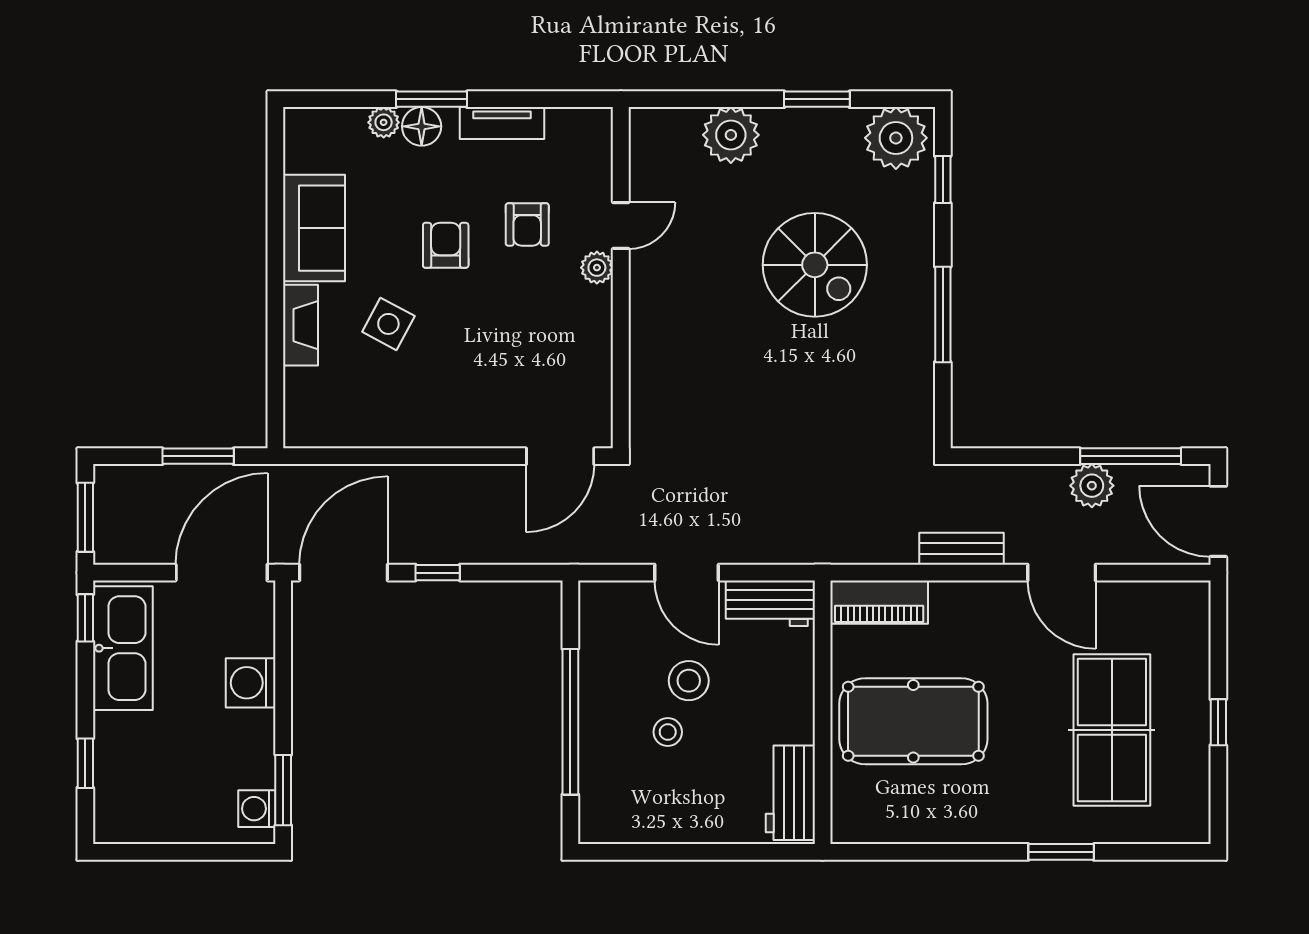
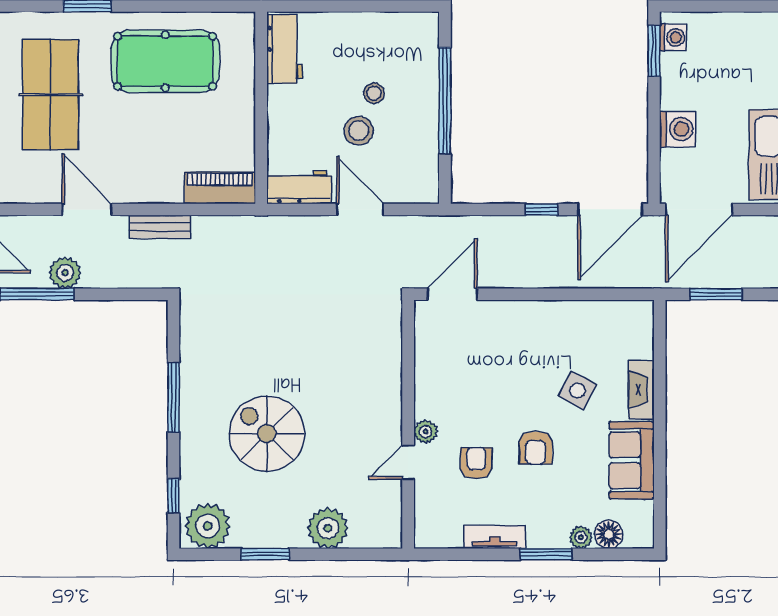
floor lamp: (422, 126) -> (609, 534), moved
pool table: (913, 721) -> (165, 61), moved

